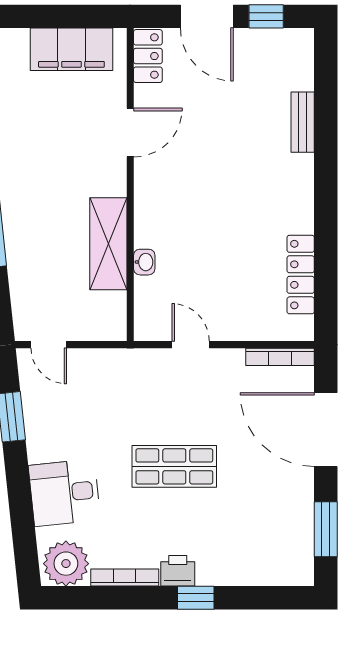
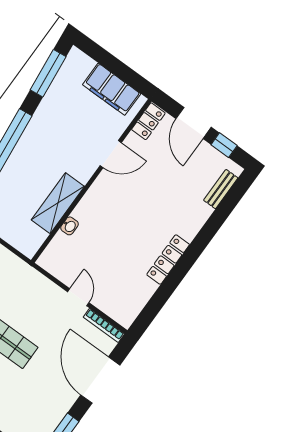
bench: (303, 122) -> (221, 189), moved
locker: (301, 275) -> (168, 259), moved
door: (191, 345) -> (78, 297), moved

